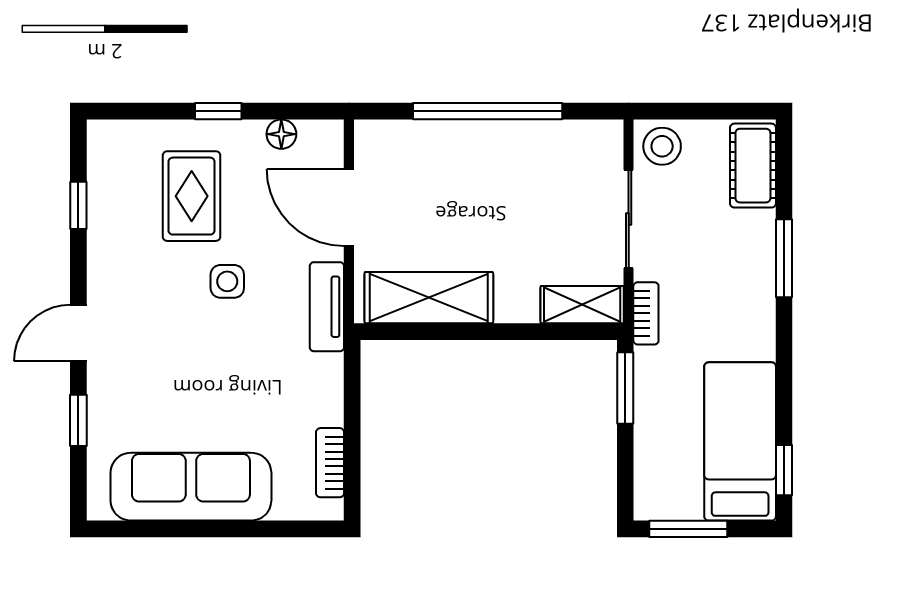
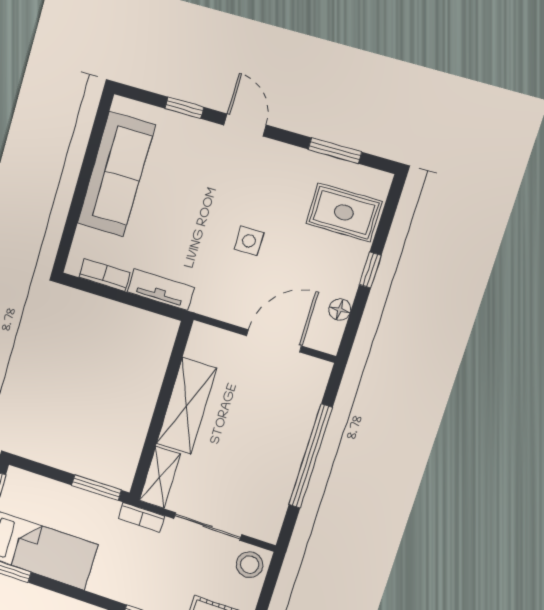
rug: (192, 196) -> (344, 212), moved
window: (78, 205) -> (335, 151), width x1.50
shelving: (429, 298) -> (187, 406), moved
tv unit: (327, 307) -> (161, 290), moved

